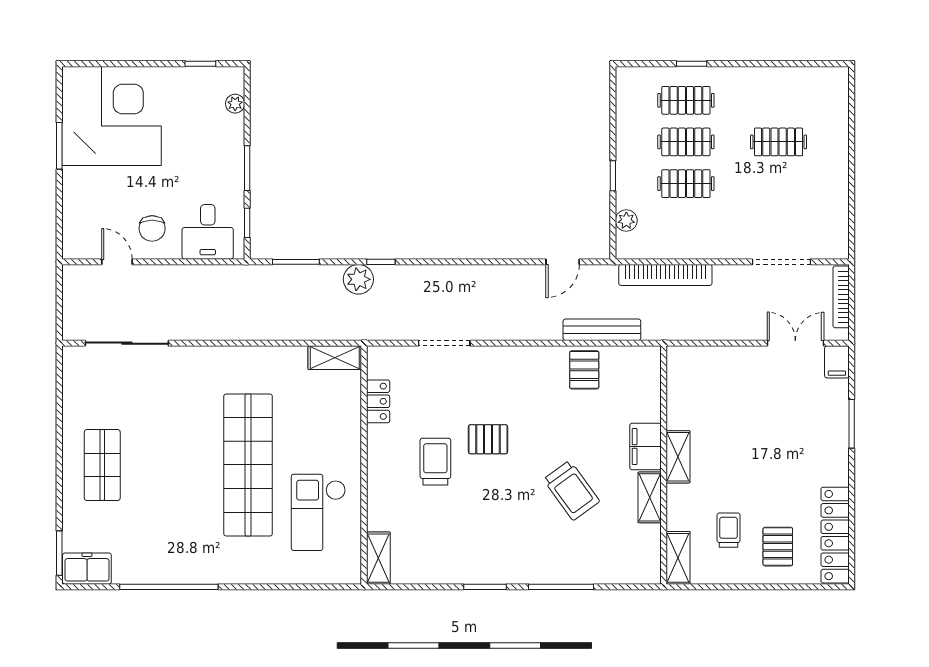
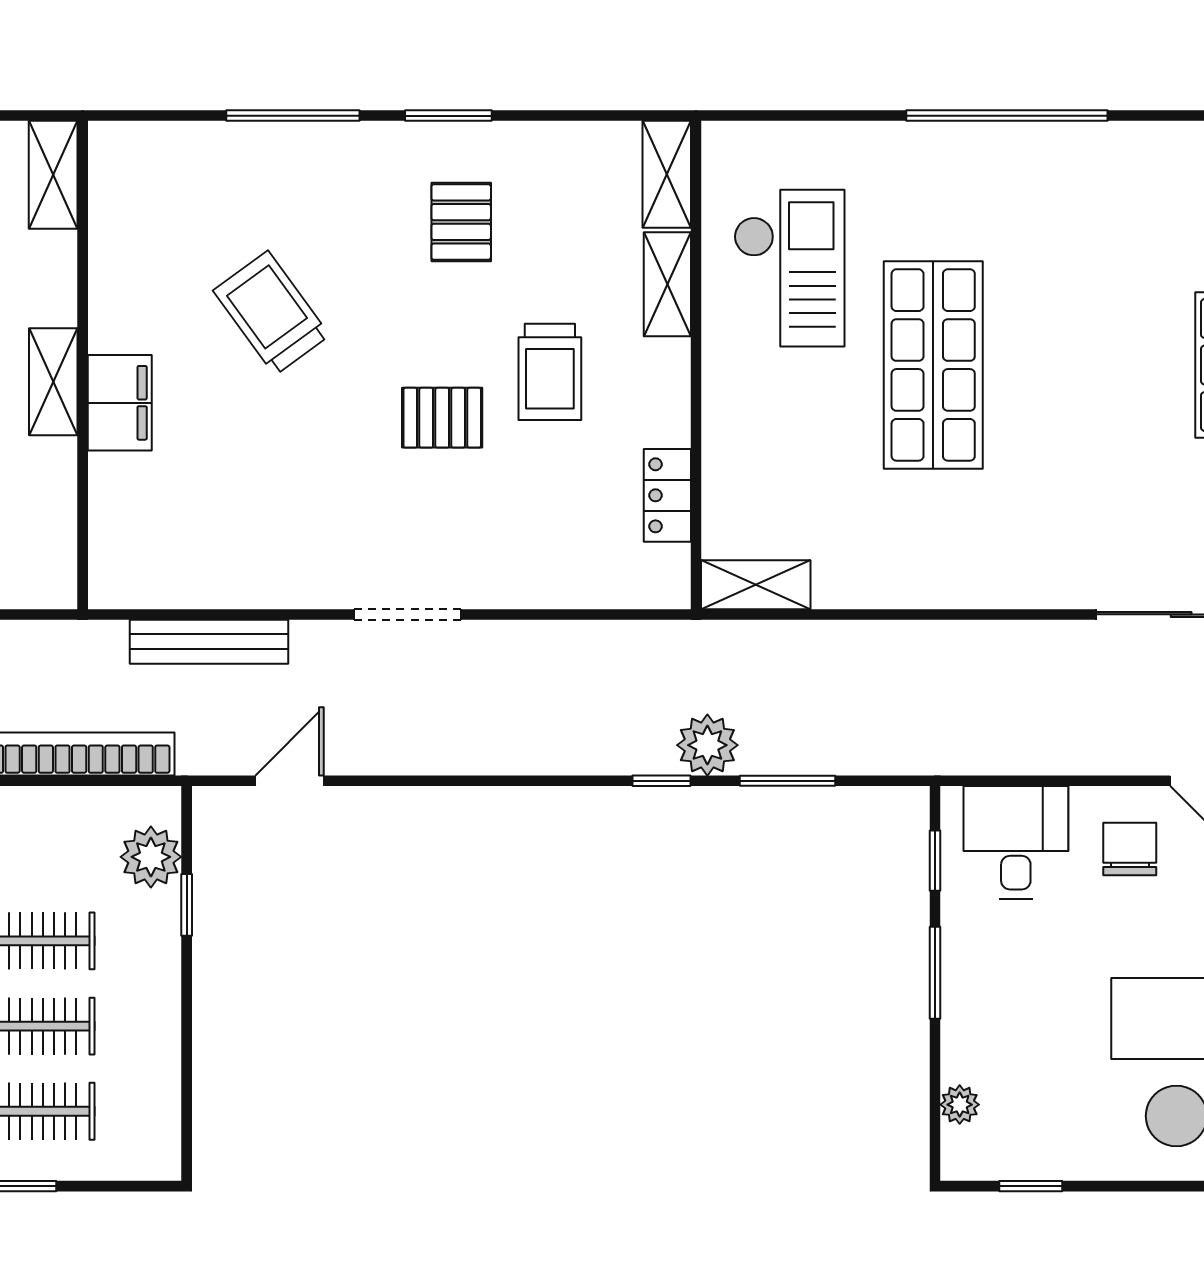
window: (613, 176) -> (187, 905), moved
plant: (626, 221) -> (151, 857), width x1.38, depth x1.38
window: (296, 262) -> (788, 781), moved
doorway: (444, 343) -> (407, 614), moved
pallet: (584, 370) -> (461, 222), moved
shop shelf: (248, 465) -> (933, 365), width x0.71
shelving: (650, 497) -> (667, 284), moved
window: (169, 587) -> (1007, 116), moved

